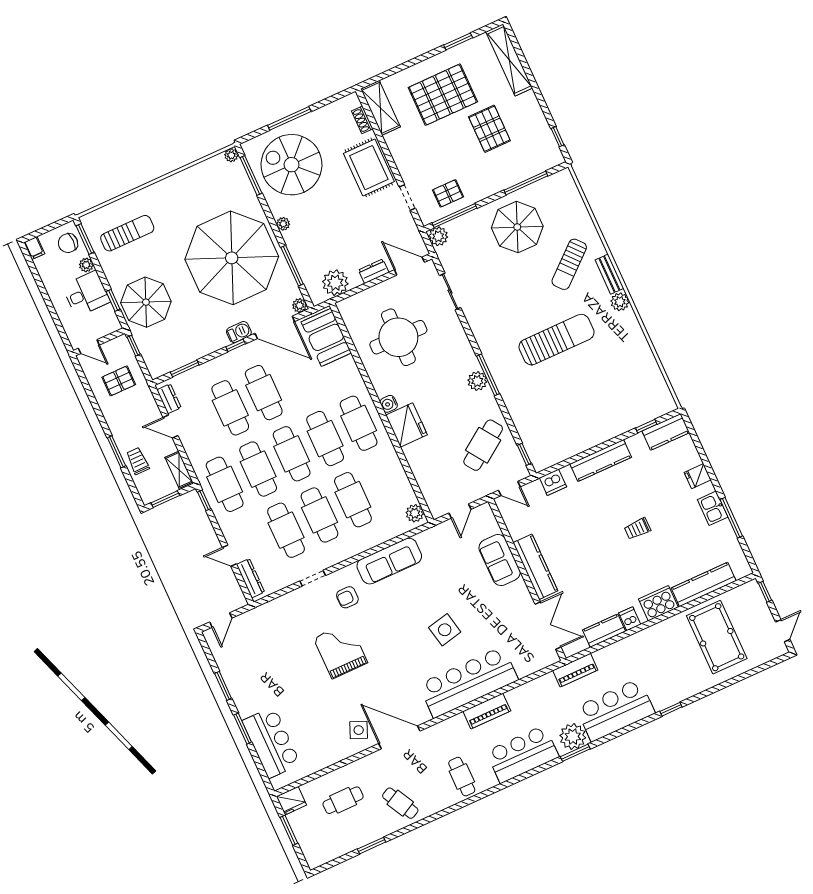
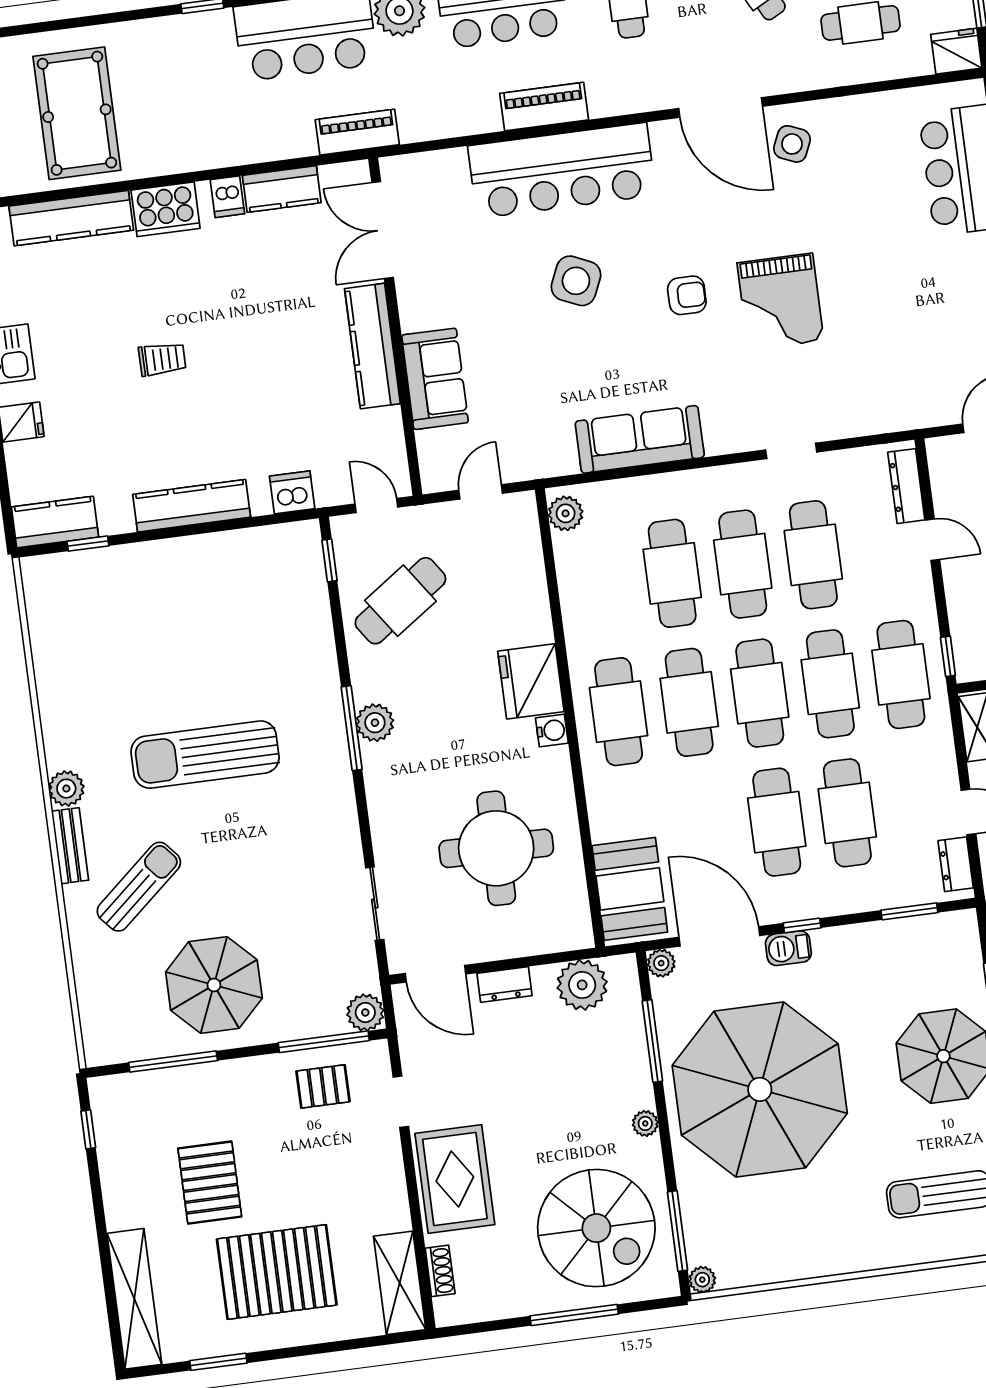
armchair: (347, 597) -> (687, 295), moved
side table: (445, 630) -> (576, 281), turned 36

